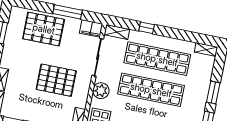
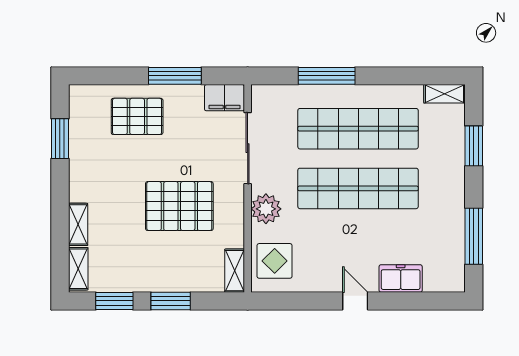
window: (147, 28) -> (327, 76), width x2.17
pallet: (44, 29) -> (137, 116), width x0.73, depth x0.71
shelving: (117, 32) -> (273, 95), removed
window: (213, 93) -> (474, 146), moved

